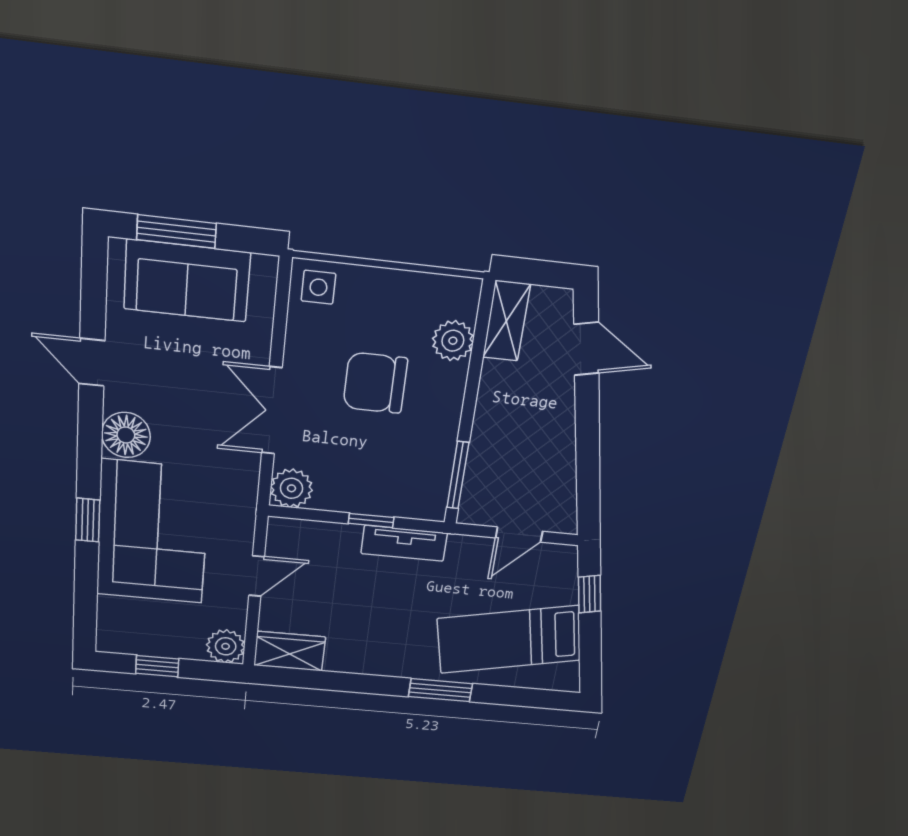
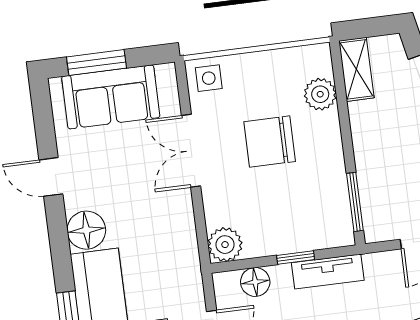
double door: (272, 411) -> (191, 151), moved
floor lamp: (317, 536) -> (255, 282), added

